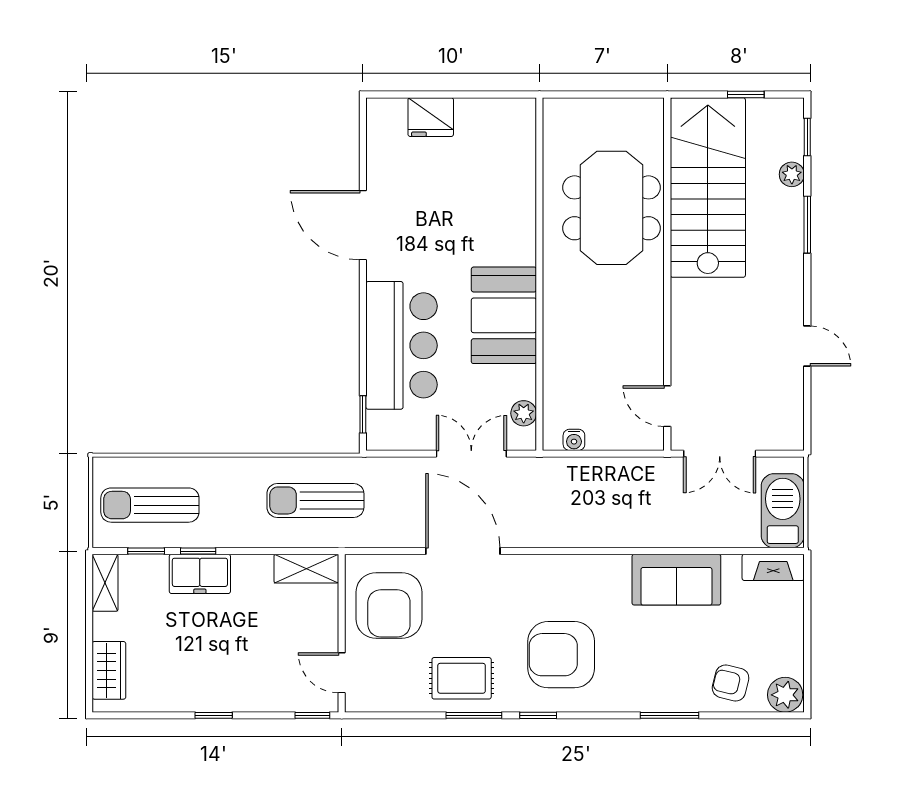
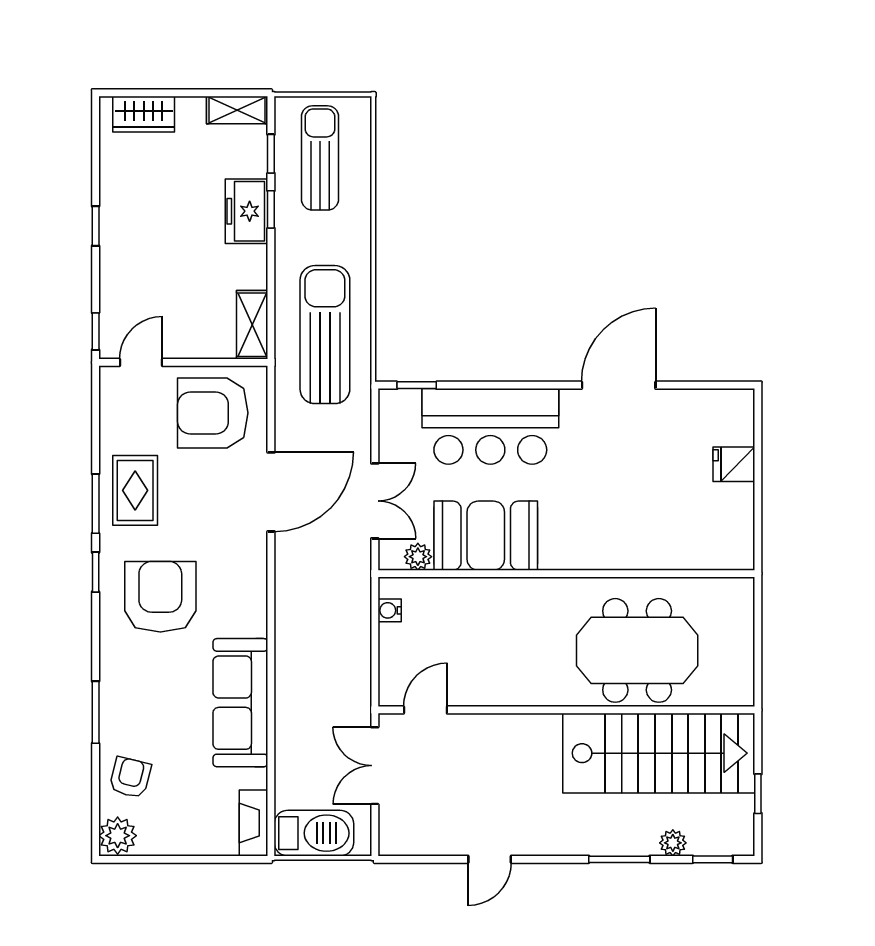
fridge: (431, 117) -> (734, 464), width x0.72
booth: (504, 315) -> (486, 536), moved
sun lounger: (315, 500) -> (325, 335), width x1.36, depth x1.34
sofa: (676, 580) -> (240, 703), width x1.36

